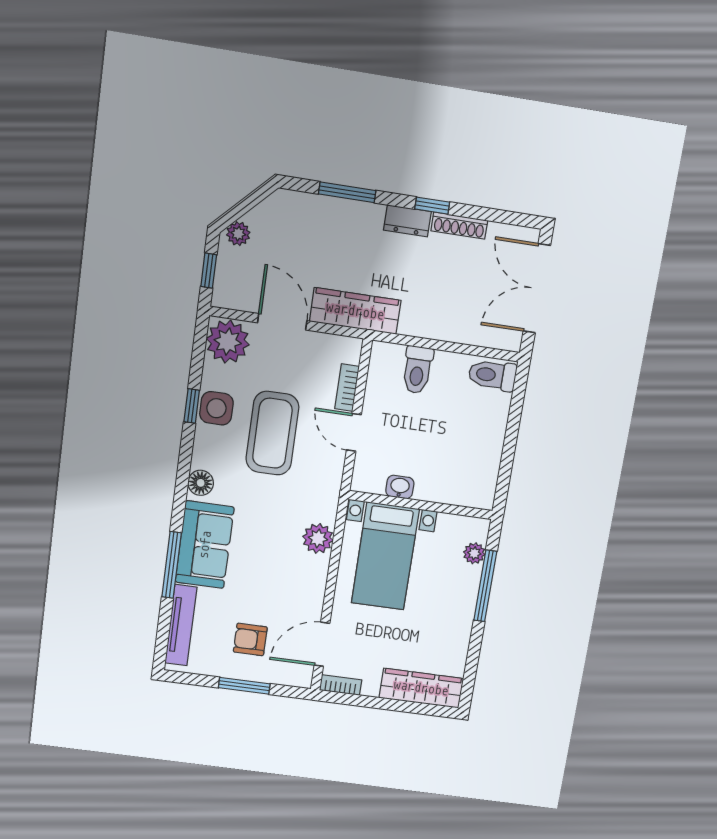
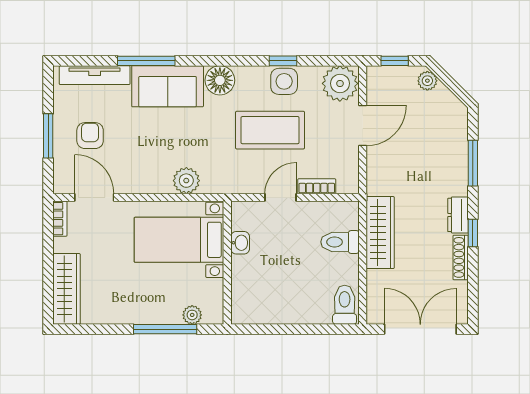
wardrobe: (355, 311) -> (380, 233), moved
floor lamp: (201, 483) -> (220, 80), width x1.38, depth x1.38

